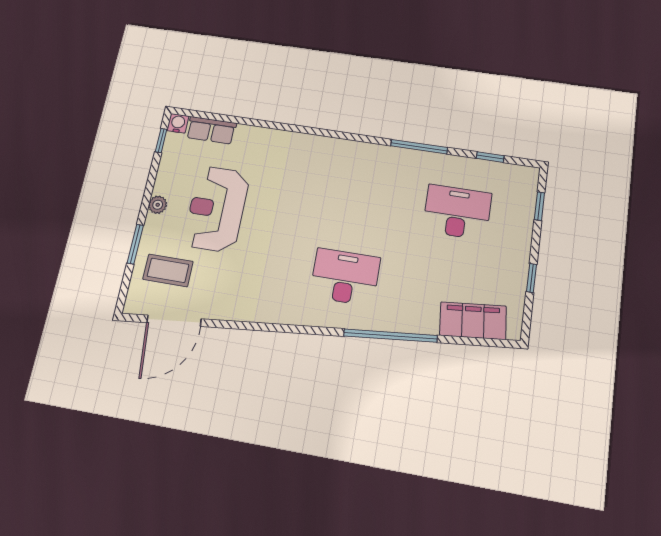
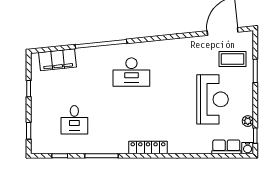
locker: (339, 148) -> (148, 147), added
plant: (158, 205) -> (248, 121), moved
desk: (457, 212) -> (74, 120), width x0.73

